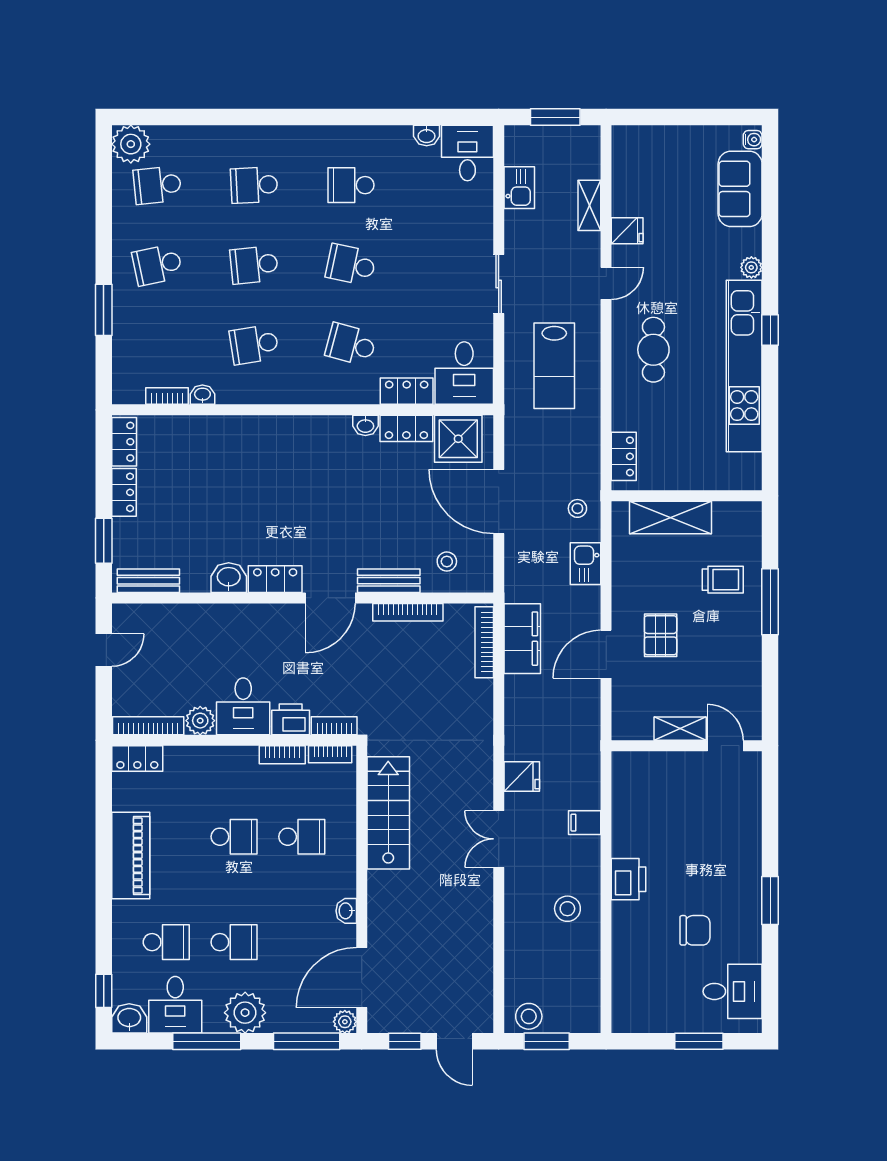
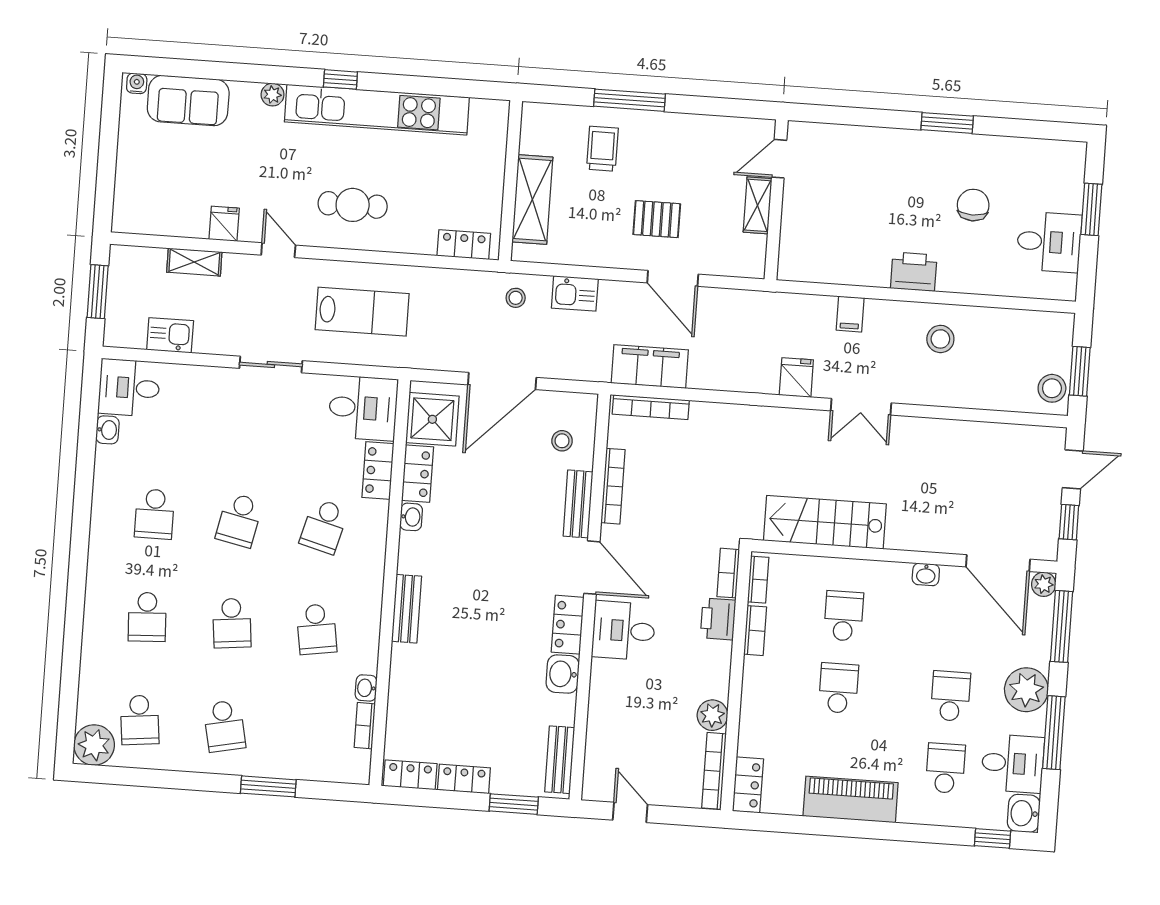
bench: (279, 427) -> (406, 609), added
desk: (243, 706) -> (624, 631), moved, turned 180
desk: (733, 991) -> (1049, 242), moved, turned 90

